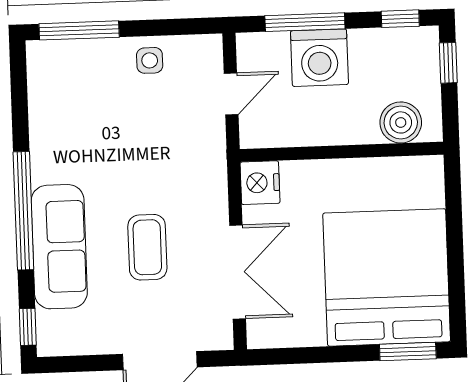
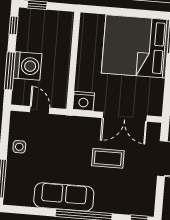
boiler: (401, 122) -> (63, 31), removed
sofa: (59, 247) -> (64, 197), moved
double door: (238, 272) -> (125, 117), swing flipped

